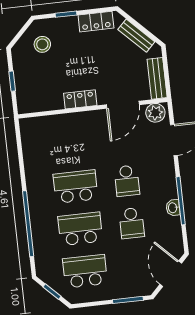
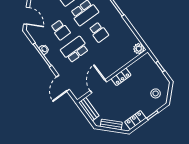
plant: (155, 113) -> (139, 49), moved
school desk: (127, 181) -> (75, 50), width x1.85
school desk: (76, 186) -> (99, 32), width x0.54
school desk: (132, 223) -> (60, 30), turned 180

